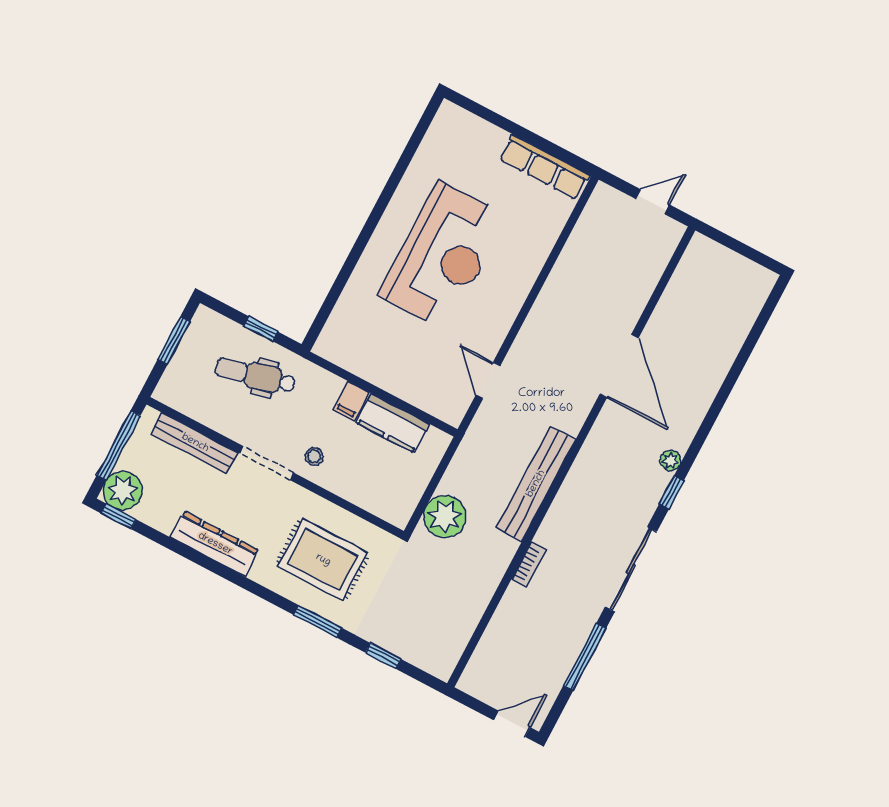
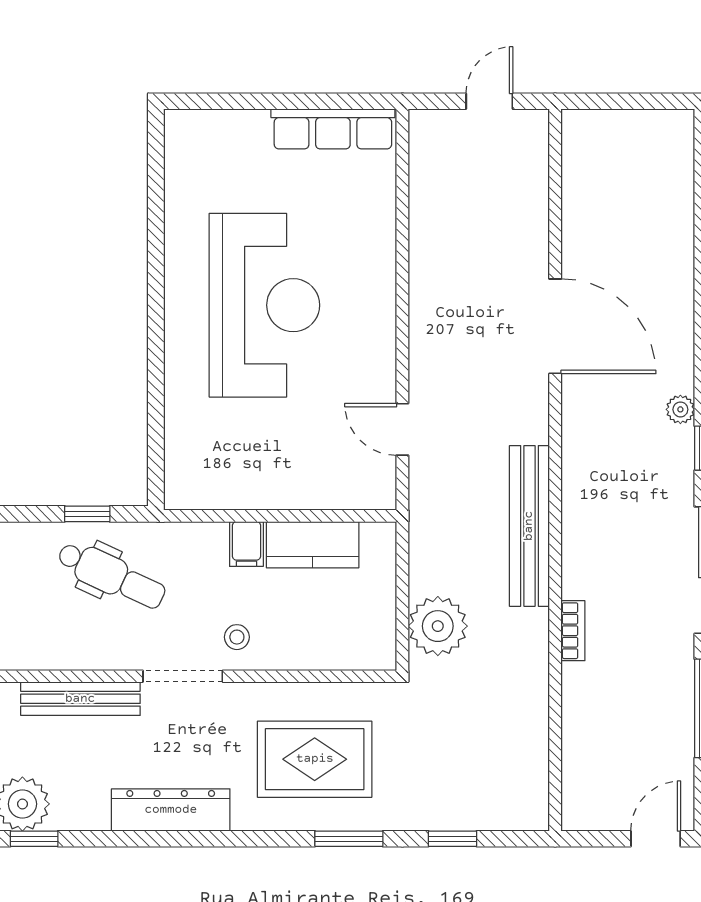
dental chair: (255, 376) -> (111, 575), turned -141

